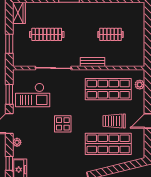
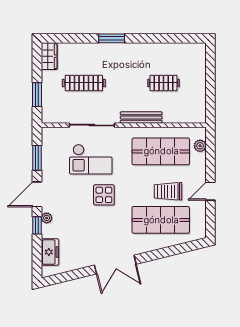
bench: (93, 62) -> (141, 118), width x1.36
checkout: (33, 95) -> (91, 159), moved
window: (9, 163) -> (37, 225), moved

